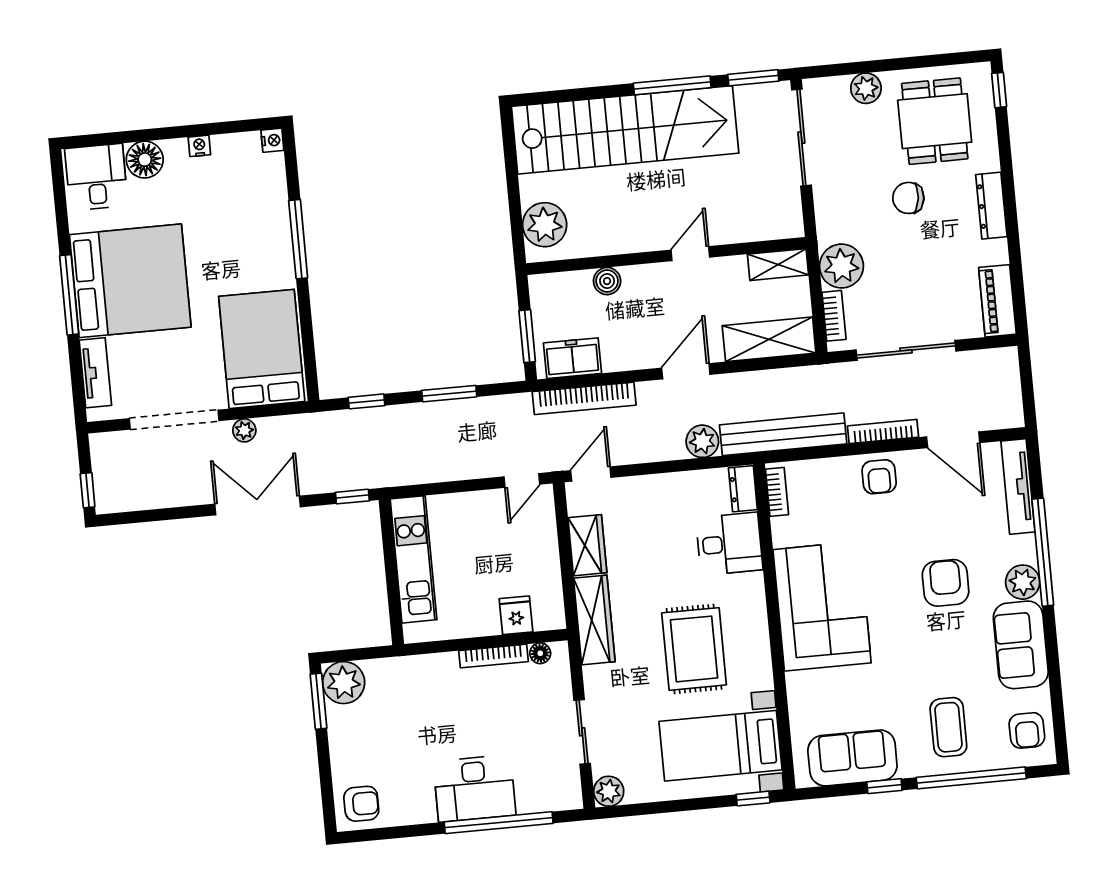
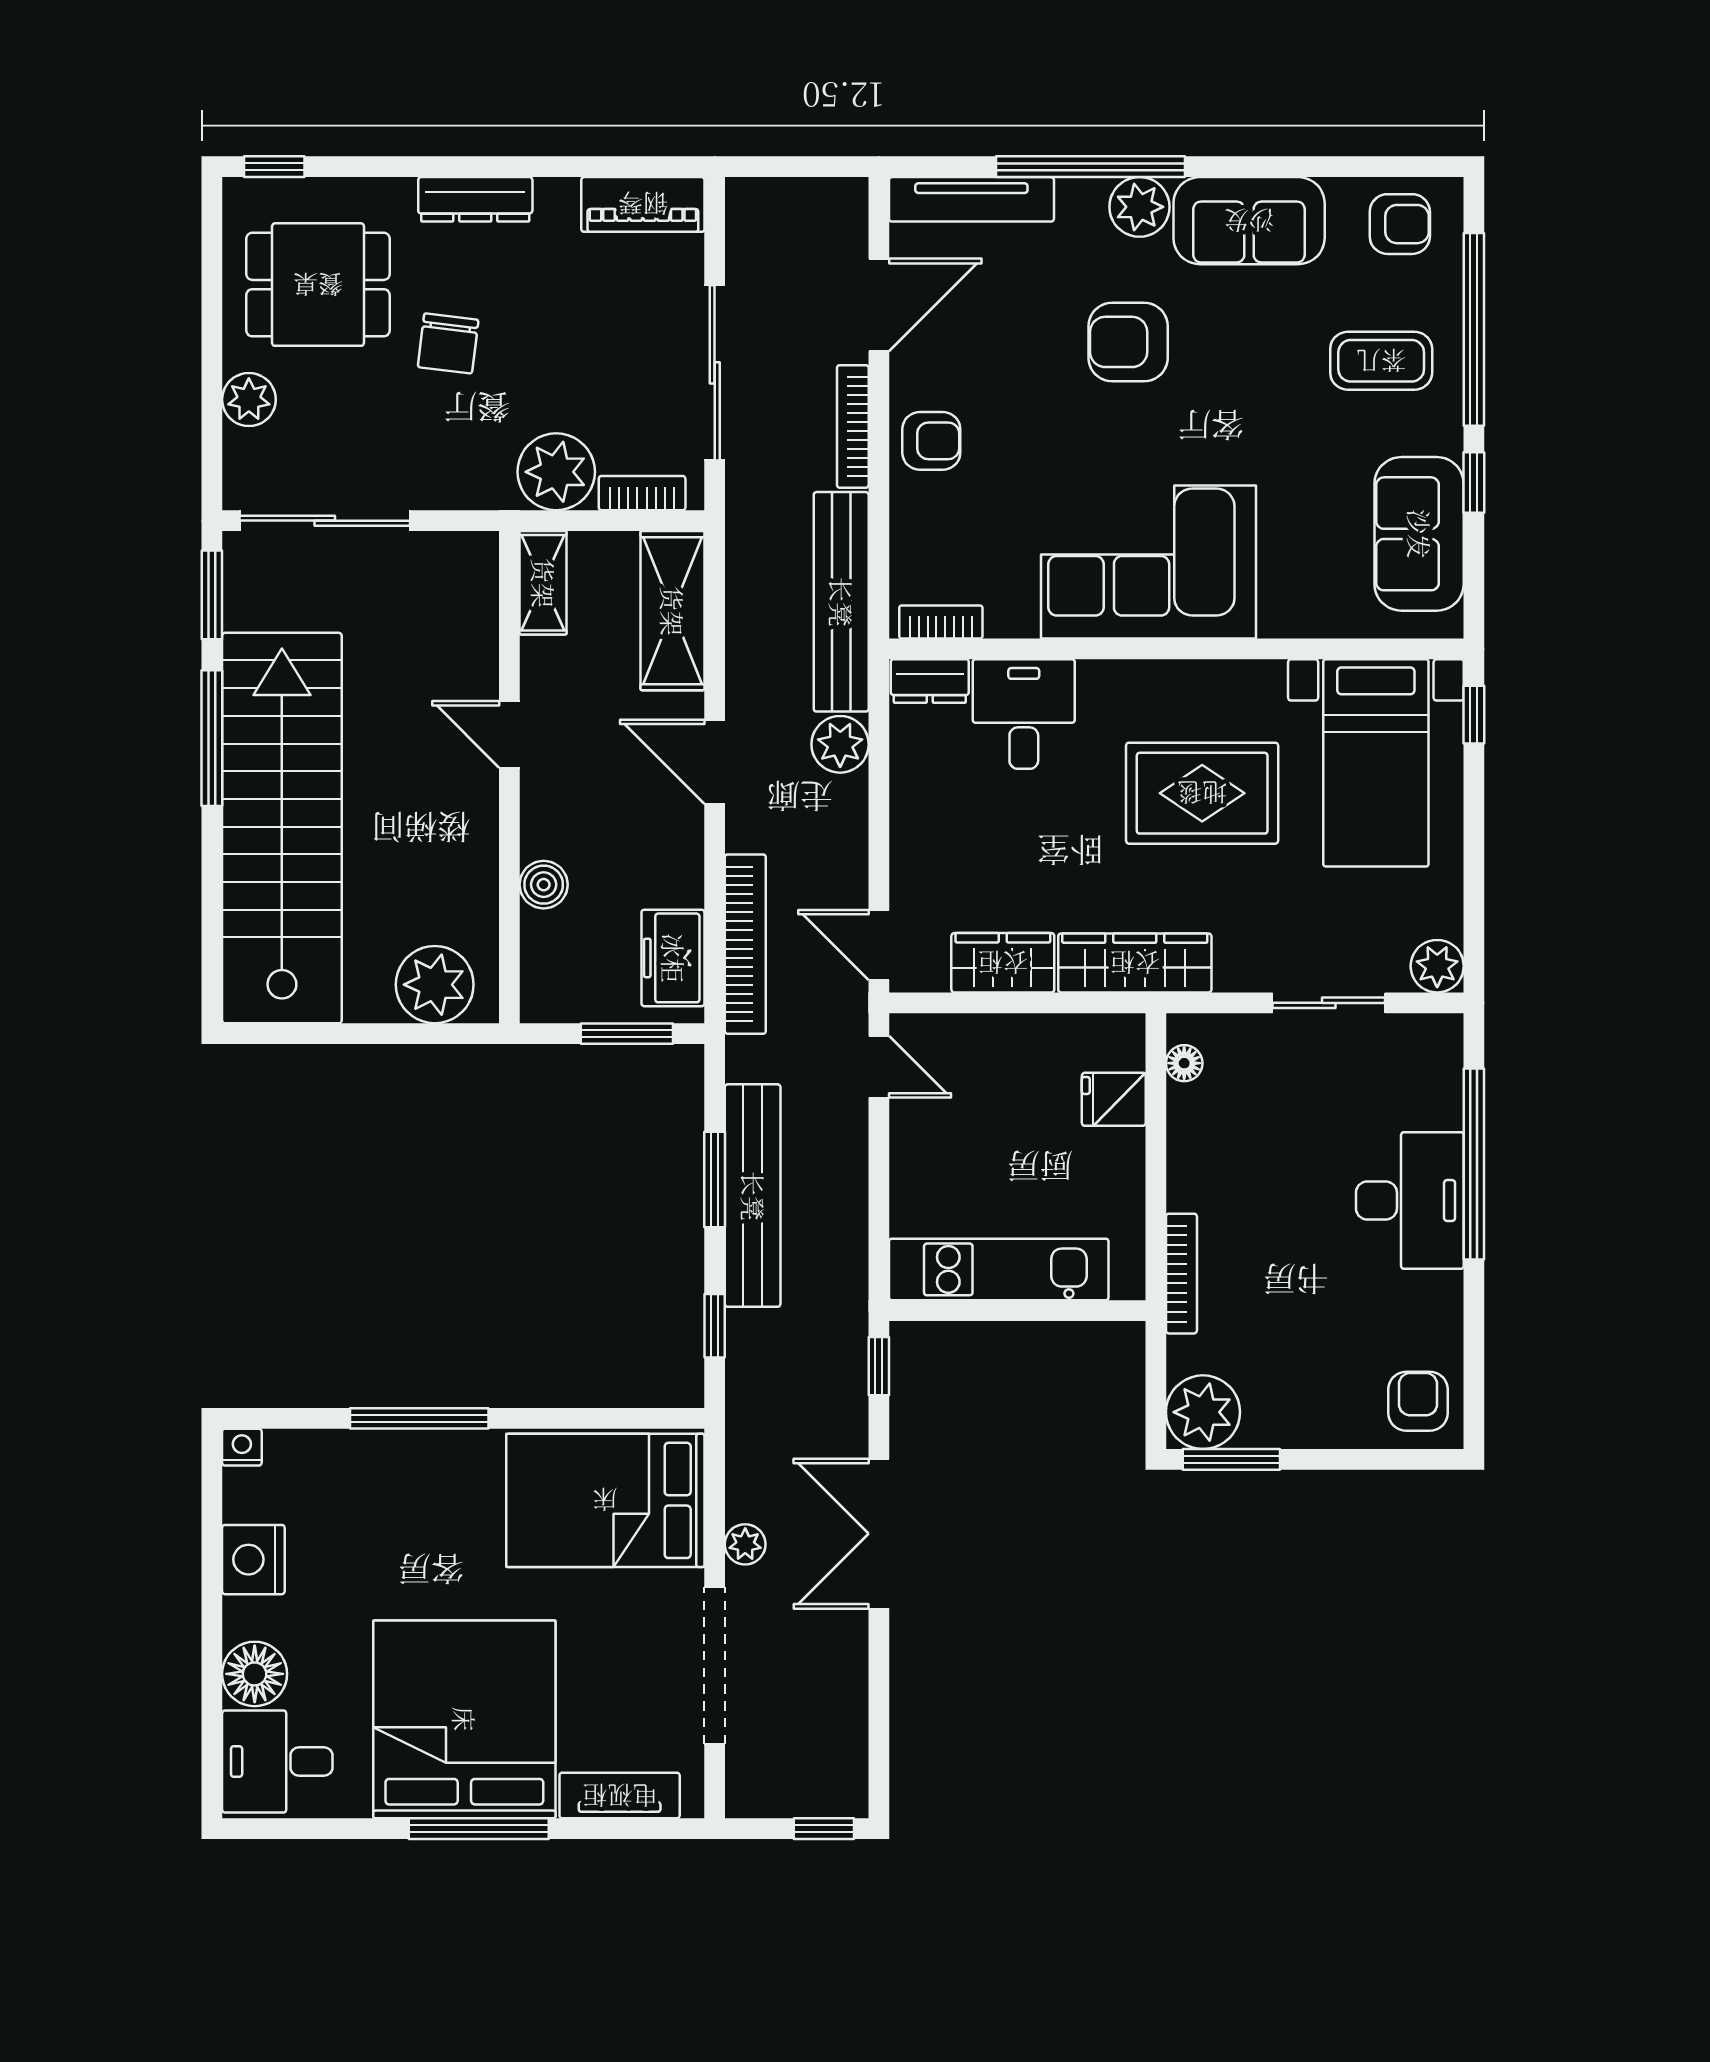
nightstand: (199, 146) -> (253, 1560), width x1.89, depth x1.79
bench: (442, 416) -> (753, 1196), added
bookcase: (494, 656) -> (1181, 1274), moved

